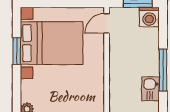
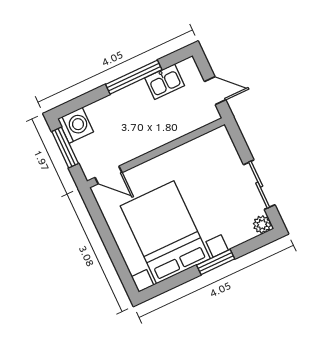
window: (17, 51) -> (216, 262), moved

